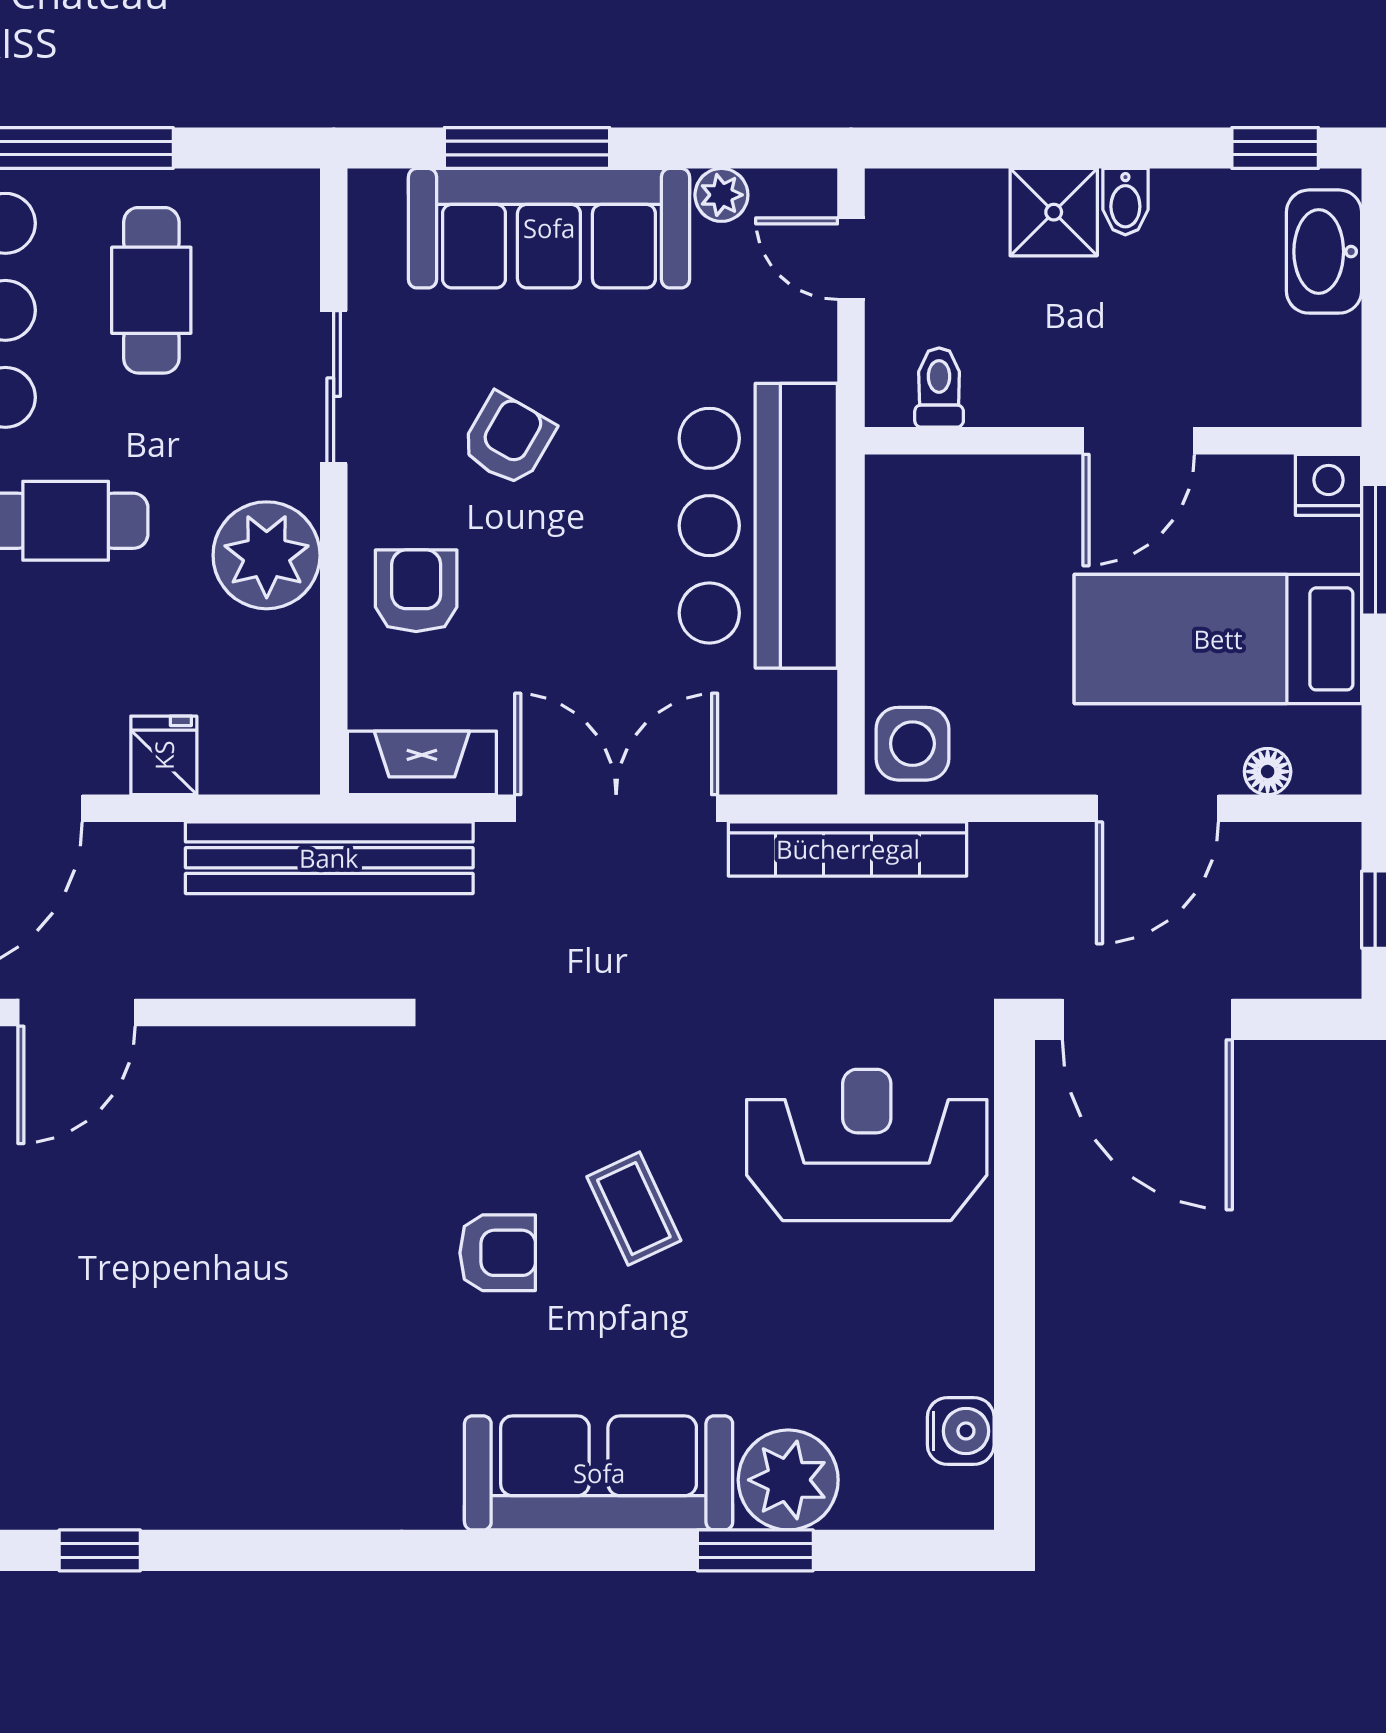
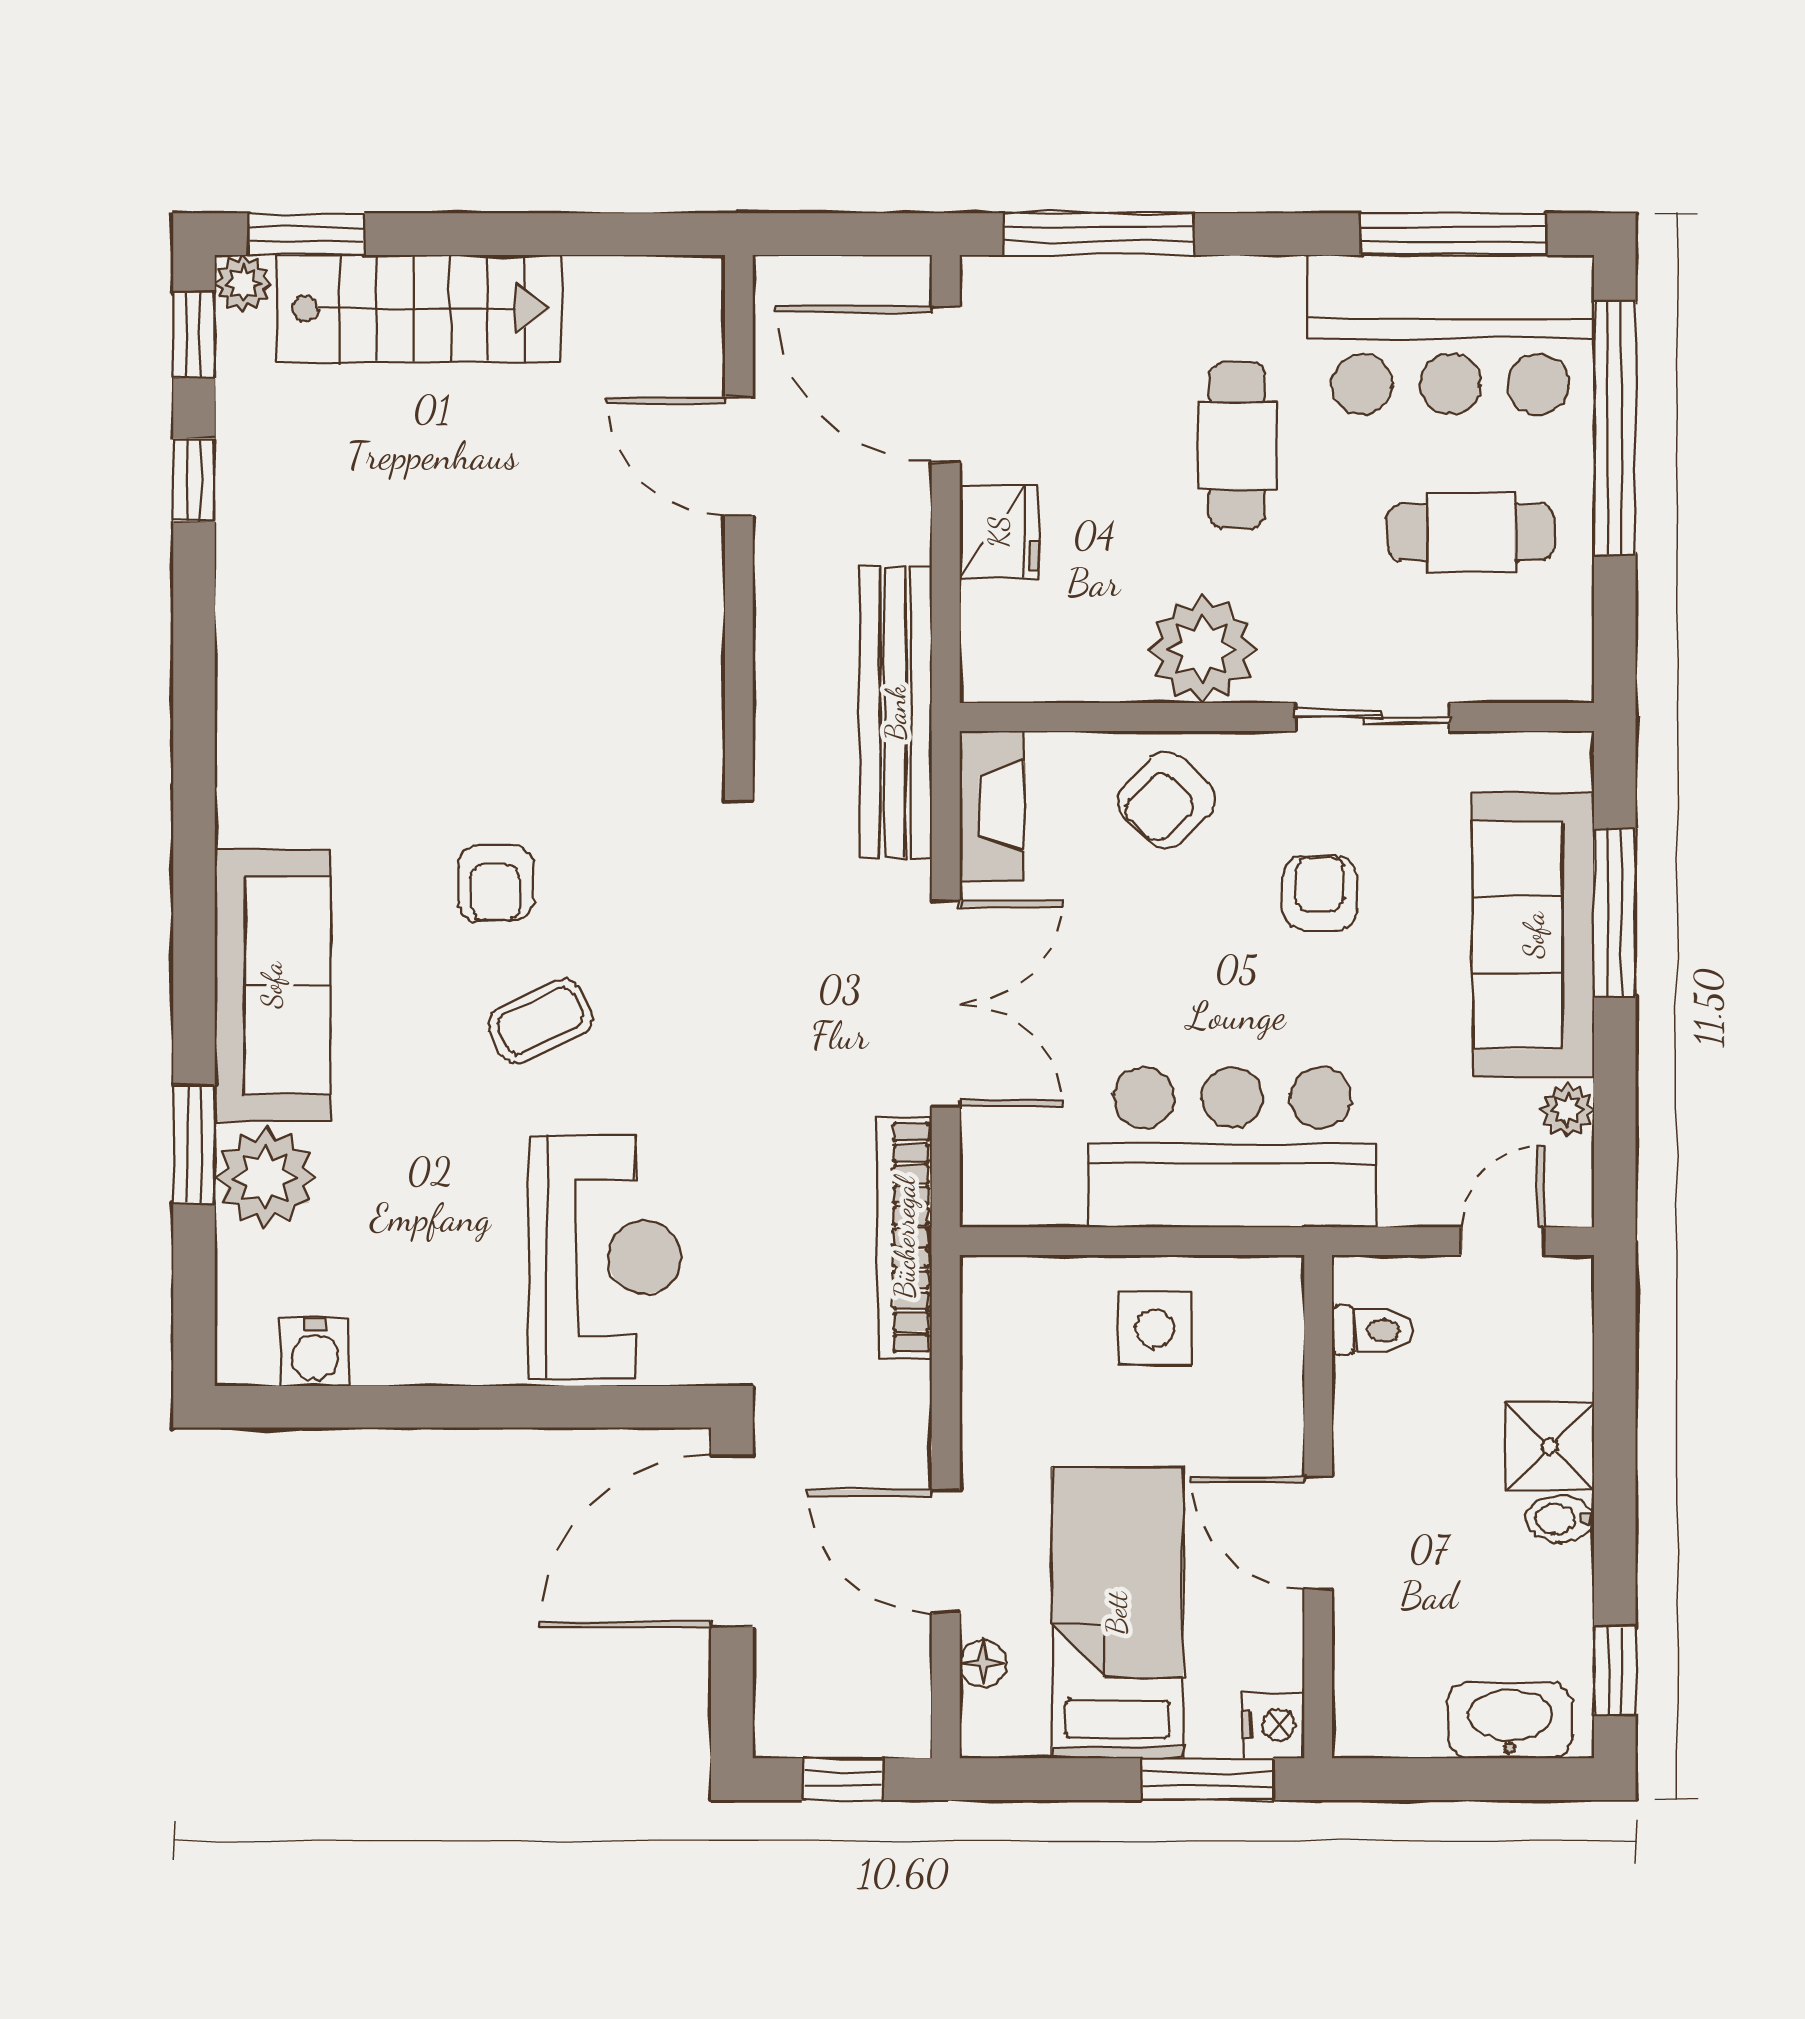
armchair: (508, 439) -> (1320, 893), turned -120
armchair: (416, 591) -> (1166, 801), turned 135
side table: (912, 744) -> (1155, 1329), moved
fridge: (164, 755) -> (999, 532), width x1.38

